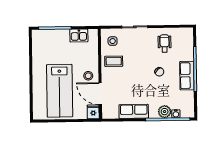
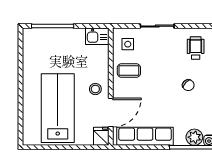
kitchen sink: (79, 36) -> (97, 36), moved
lab bench: (60, 91) -> (58, 108), turned 180
door: (100, 94) -> (111, 113), swing flipped
row of seats: (134, 111) -> (145, 136), width x1.48

